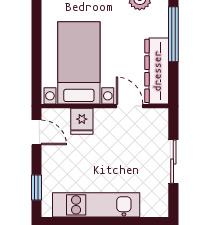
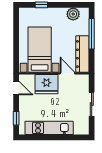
fridge: (82, 121) -> (47, 84), width x1.88, depth x1.34

